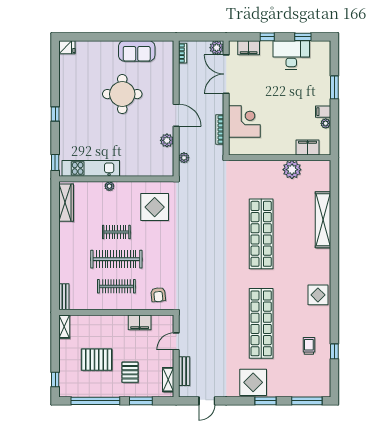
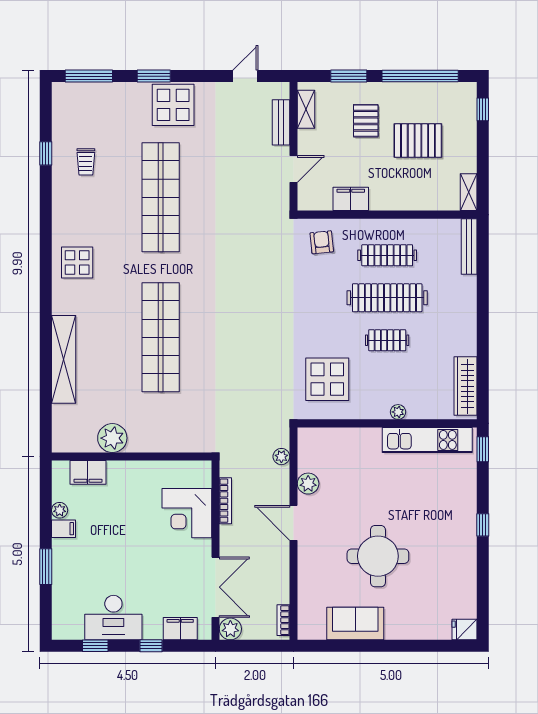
display table: (318, 295) -> (77, 262), moved
bench: (64, 297) -> (469, 246), width x1.36

